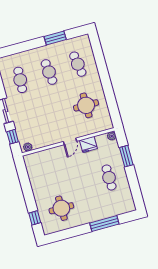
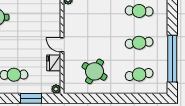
window: (55, 38) -> (172, 59), width x2.11
round table: (86, 105) -> (94, 71), turned 31

